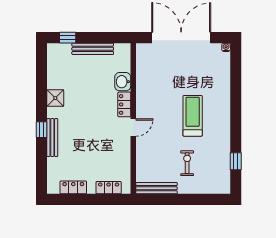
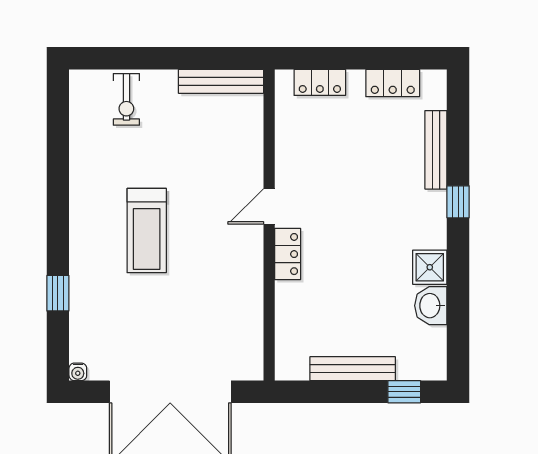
washbasin: (123, 82) -> (431, 306), moved, turned 180
bench: (52, 138) -> (436, 150), moved
window: (236, 161) -> (58, 293), moved
exercise bike: (187, 163) -> (126, 99), moved

